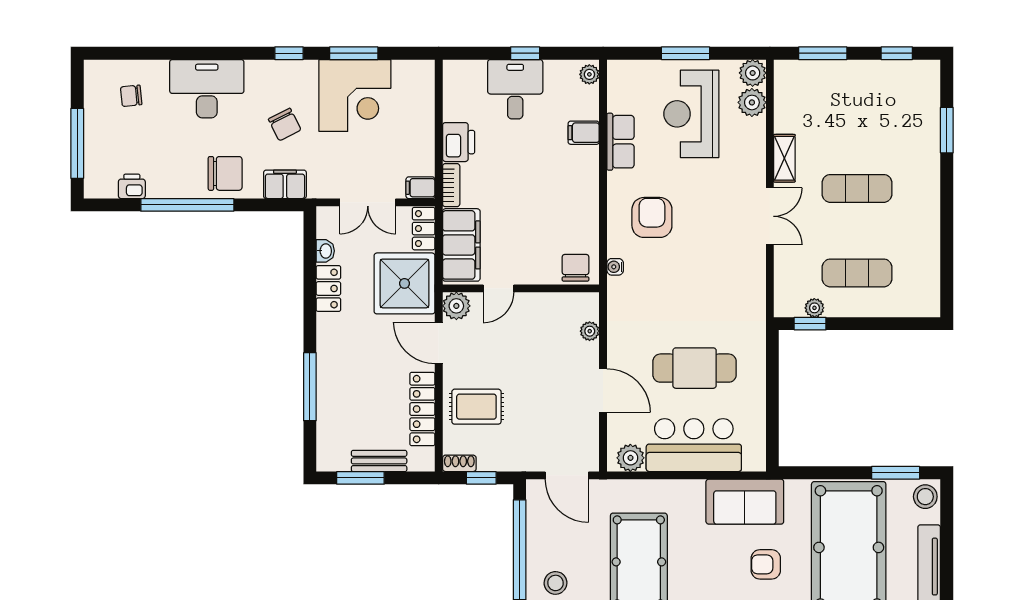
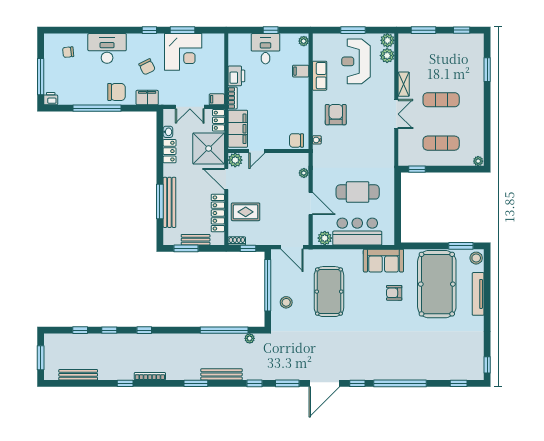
printer: (132, 186) -> (51, 99), moved
chair: (576, 268) -> (296, 140), turned -90
plant: (814, 308) -> (478, 161), moved
bench: (328, 388) -> (169, 202), added

